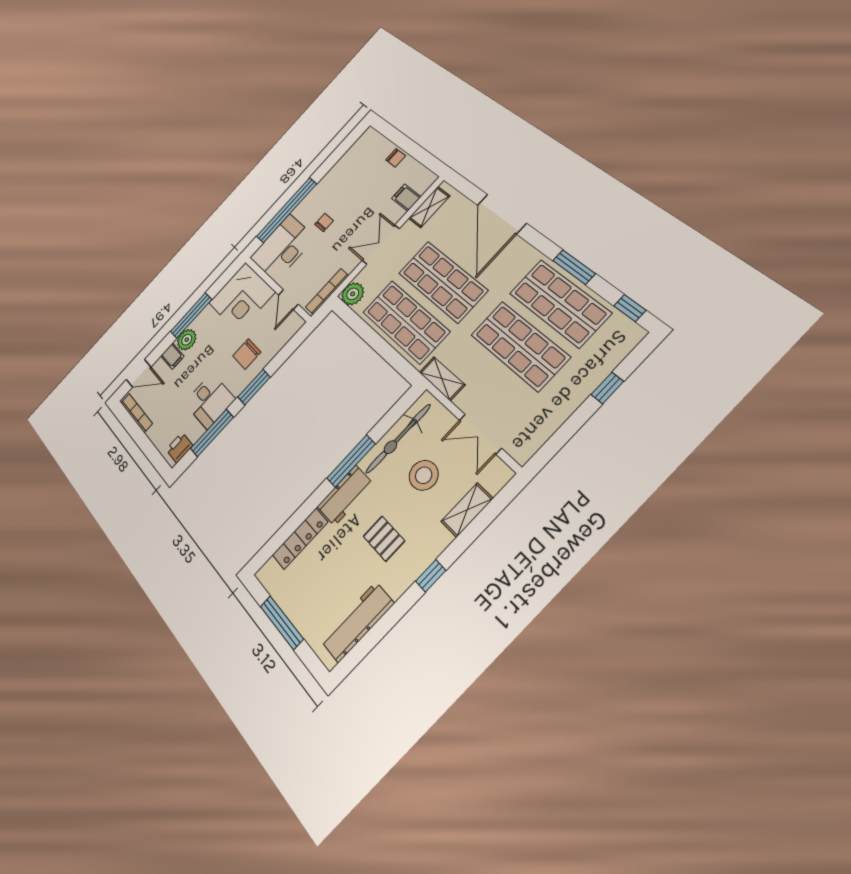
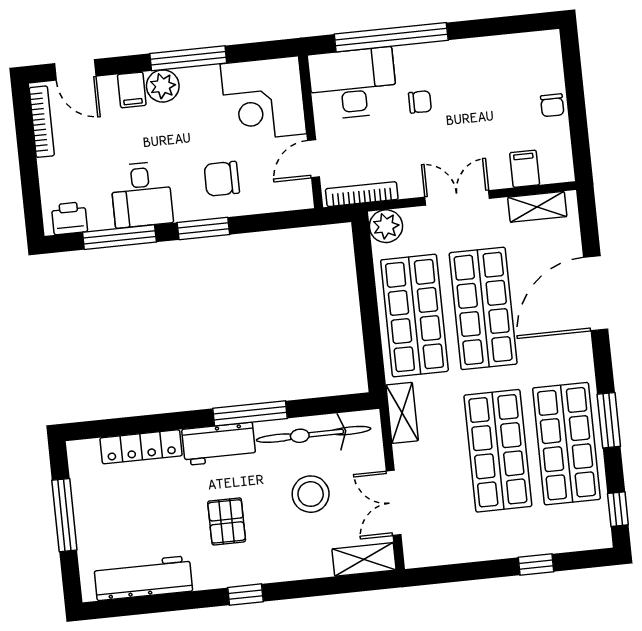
shelving: (467, 510) -> (364, 559), moved

